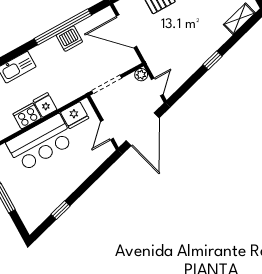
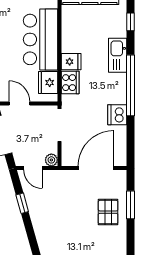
window: (63, 27) -> (131, 85), moved
window: (212, 60) -> (22, 203), moved
cooker: (27, 116) -> (70, 83), moved

